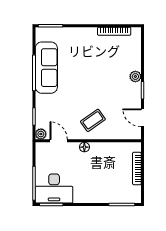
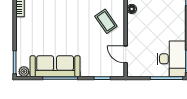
plant: (41, 134) -> (24, 72), moved
door: (59, 141) -> (126, 54), hinge flipped
floor lamp: (84, 147) -> (132, 9), moved

